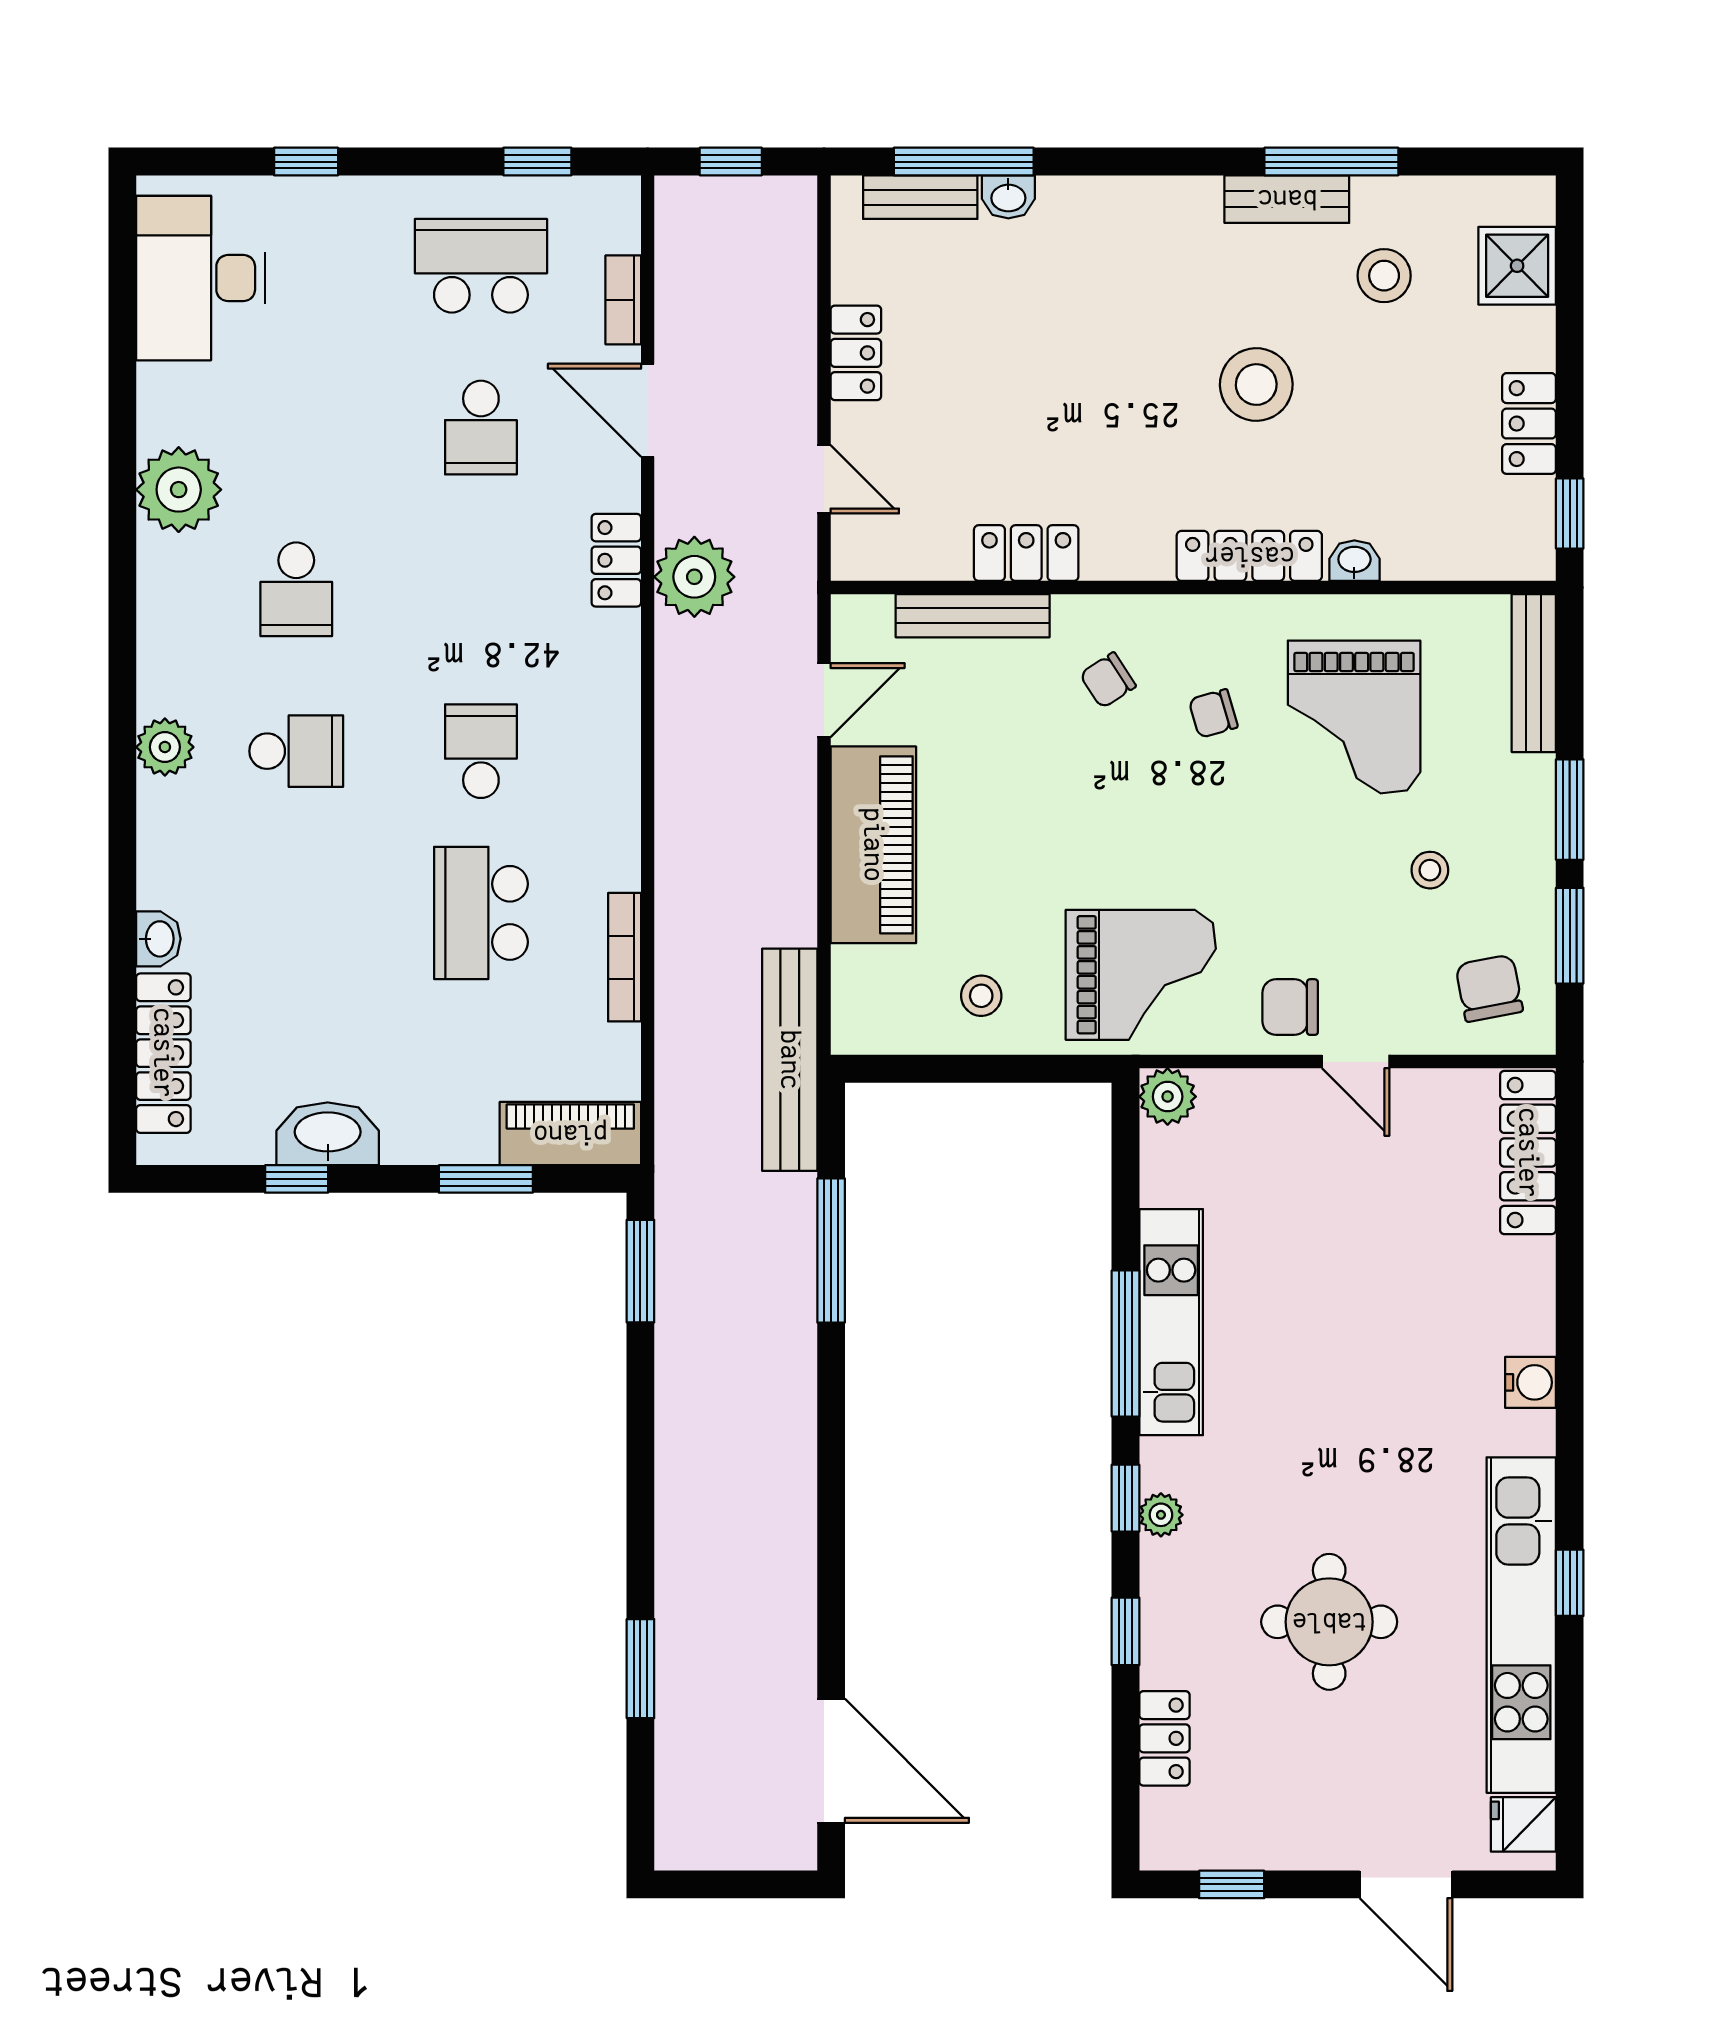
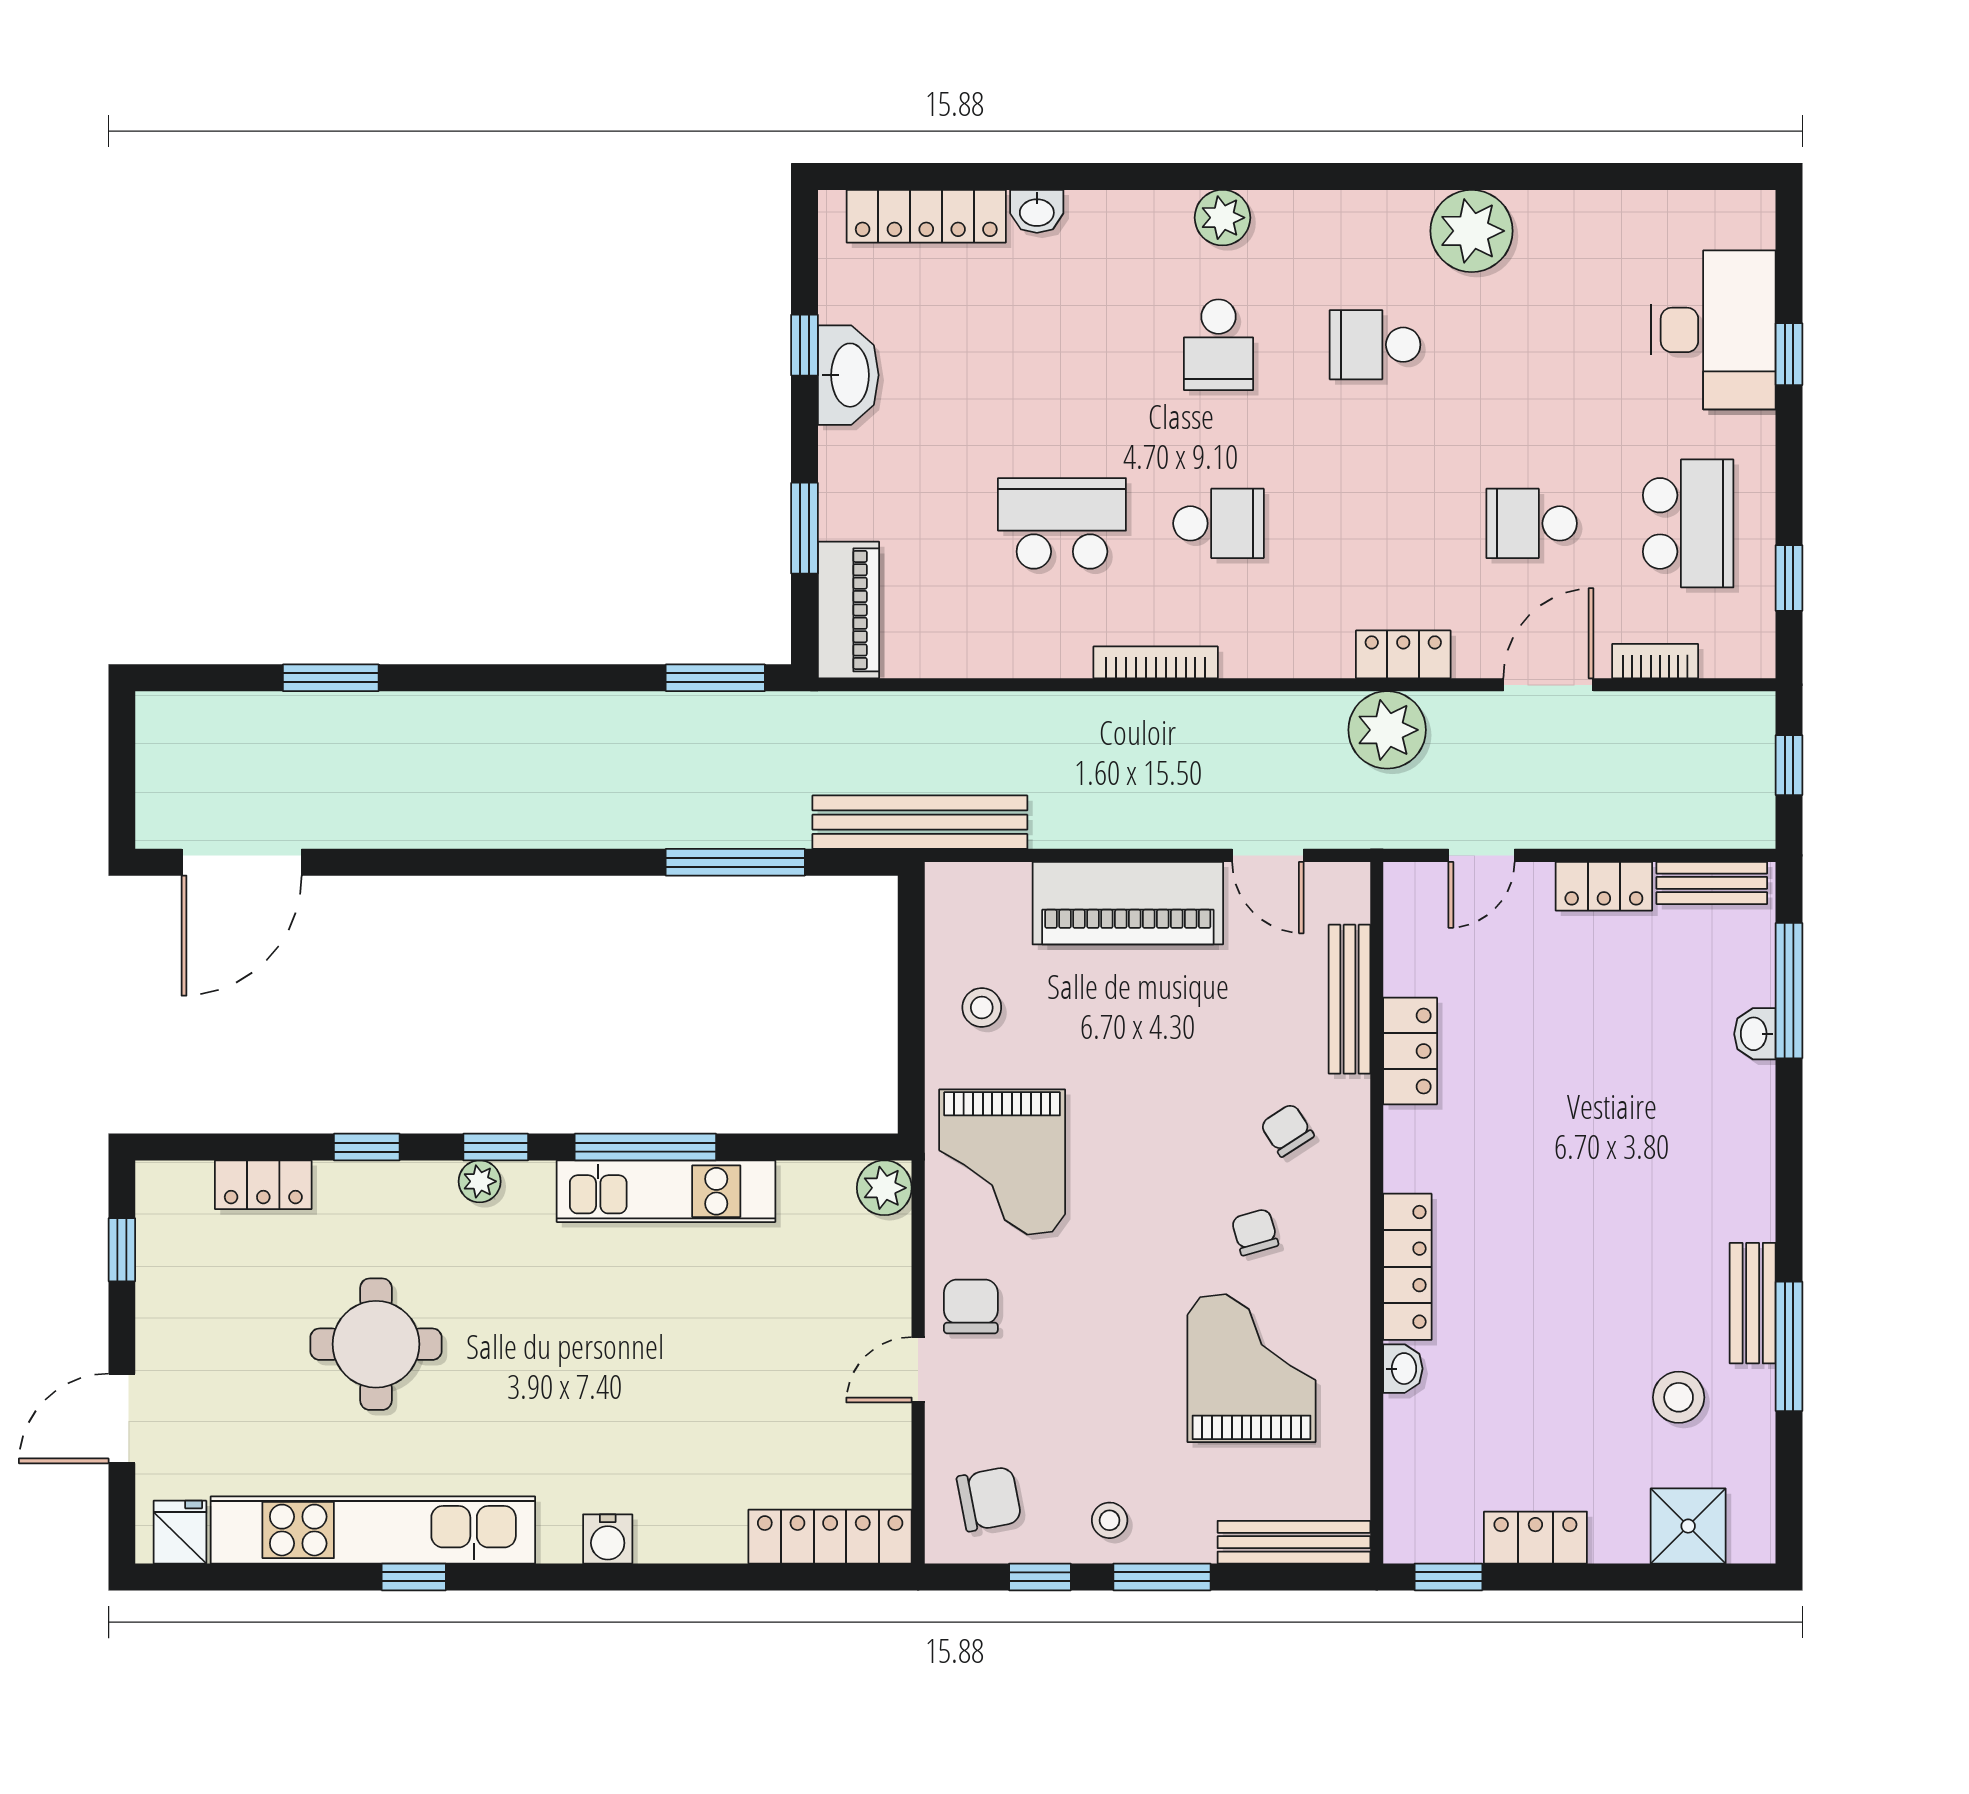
bench: (920, 197) -> (1712, 883), moved, turned 90
desk: (201, 278) -> (1713, 330), moved, turned 90
stool: (1256, 385) -> (1573, 1274), removed
grand piano: (1354, 717) -> (1251, 1368), turned 90
stool: (1430, 870) -> (1110, 1520), moved
window: (1570, 936) -> (1040, 1577), width x0.67
bookcase: (625, 957) -> (1156, 662), moved

